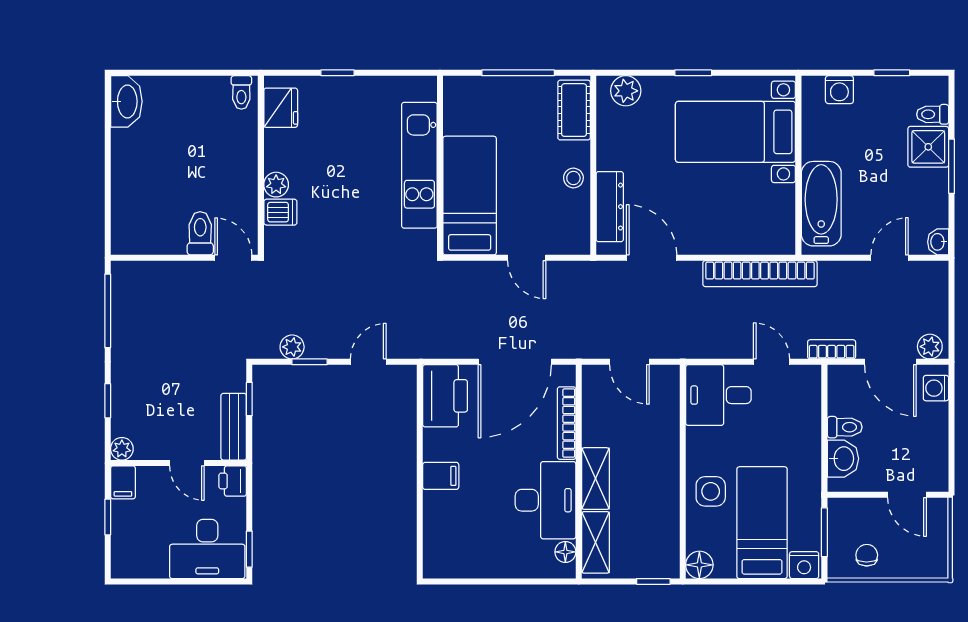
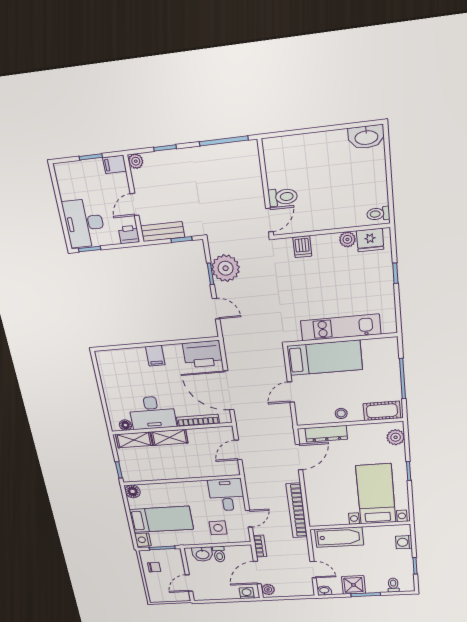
shower: (928, 147) -> (353, 585), moved
plant: (276, 185) -> (347, 239), moved
plant: (292, 347) -> (226, 268), width x1.88, depth x1.88
side table: (711, 491) -> (218, 528), moved

